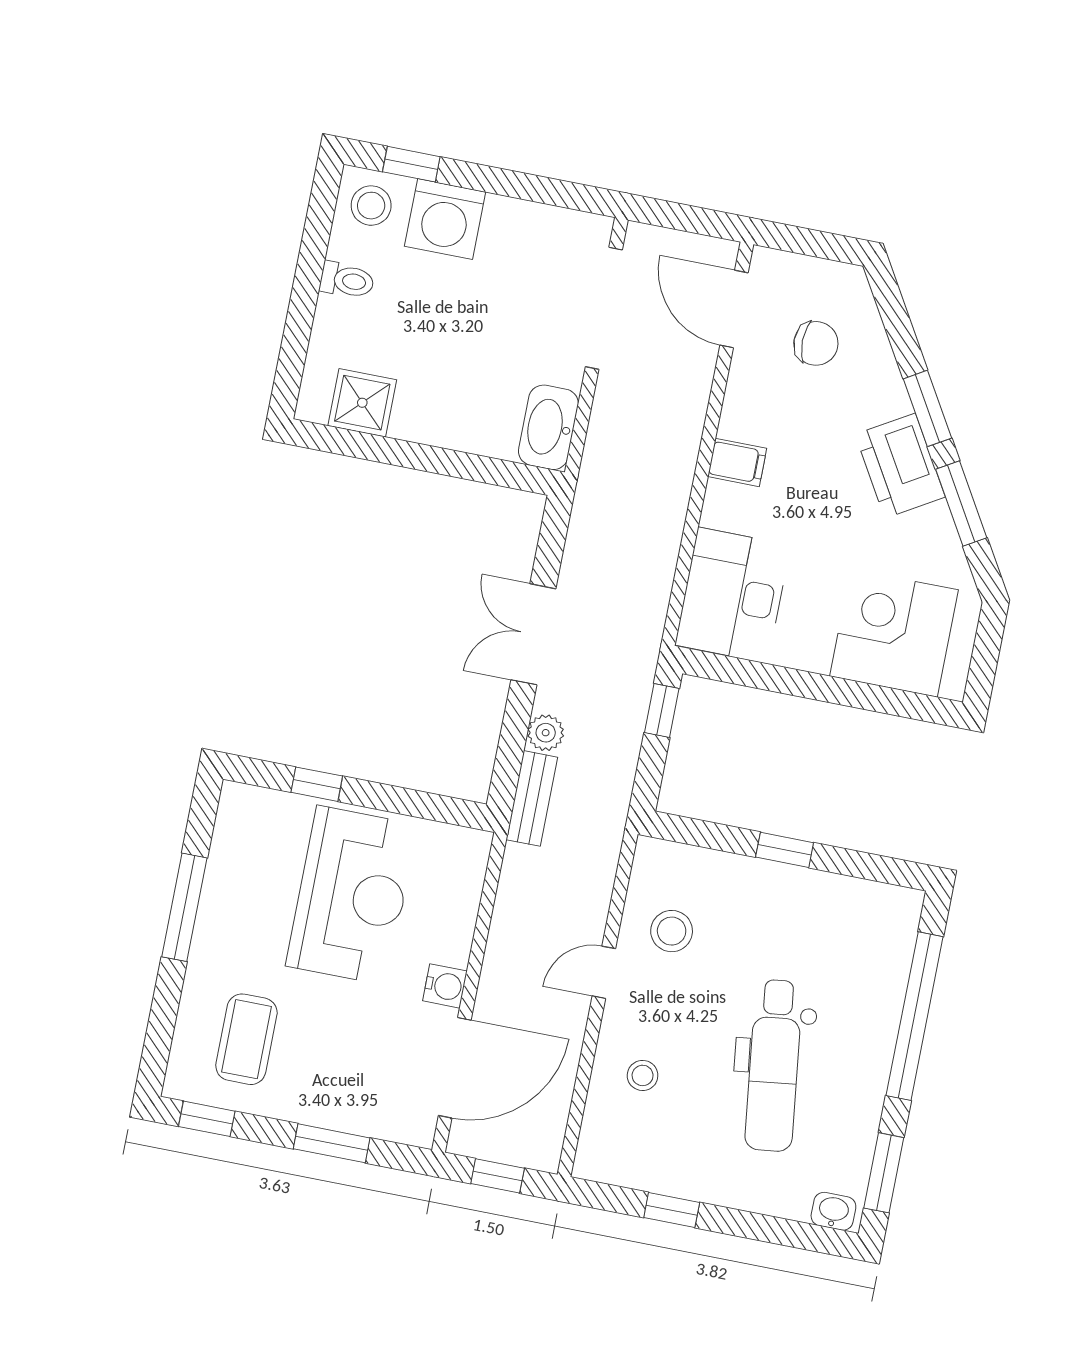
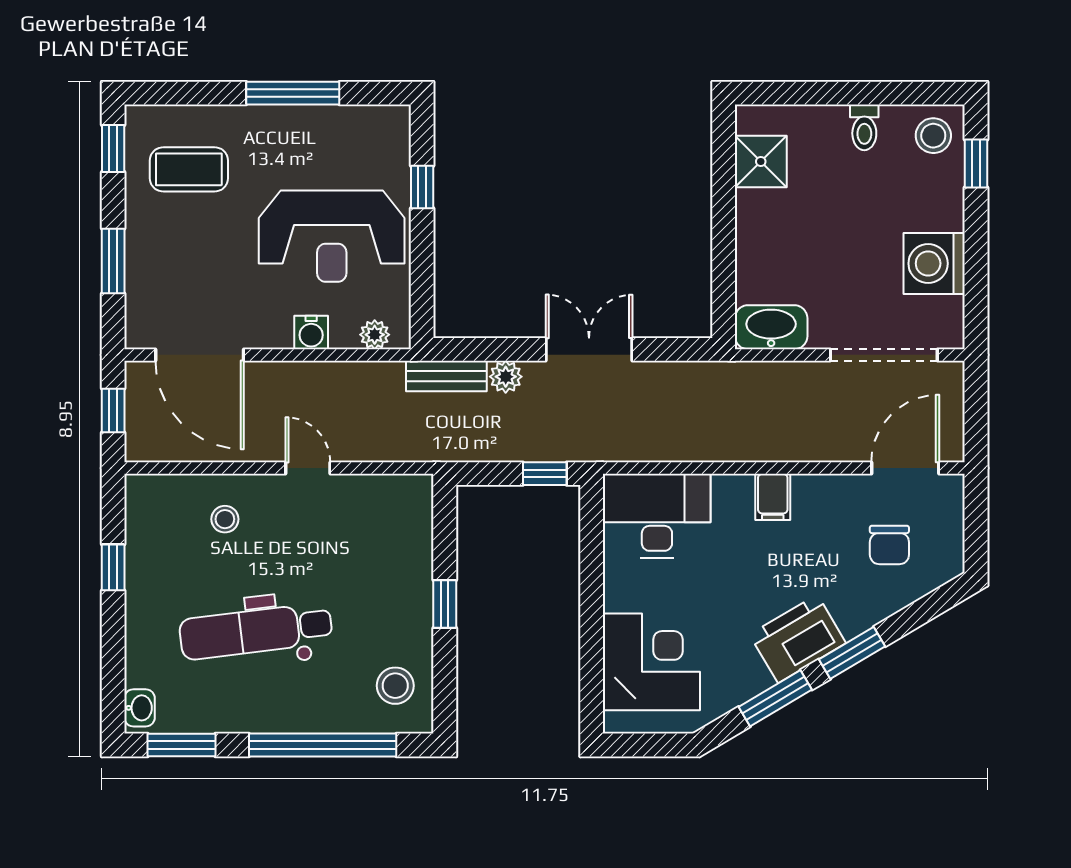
washing machine: (445, 219) -> (934, 263), moved
plant: (470, 869) -> (375, 335), added
stool: (672, 931) -> (395, 686), moved
water cooler: (445, 986) -> (311, 332), moved

